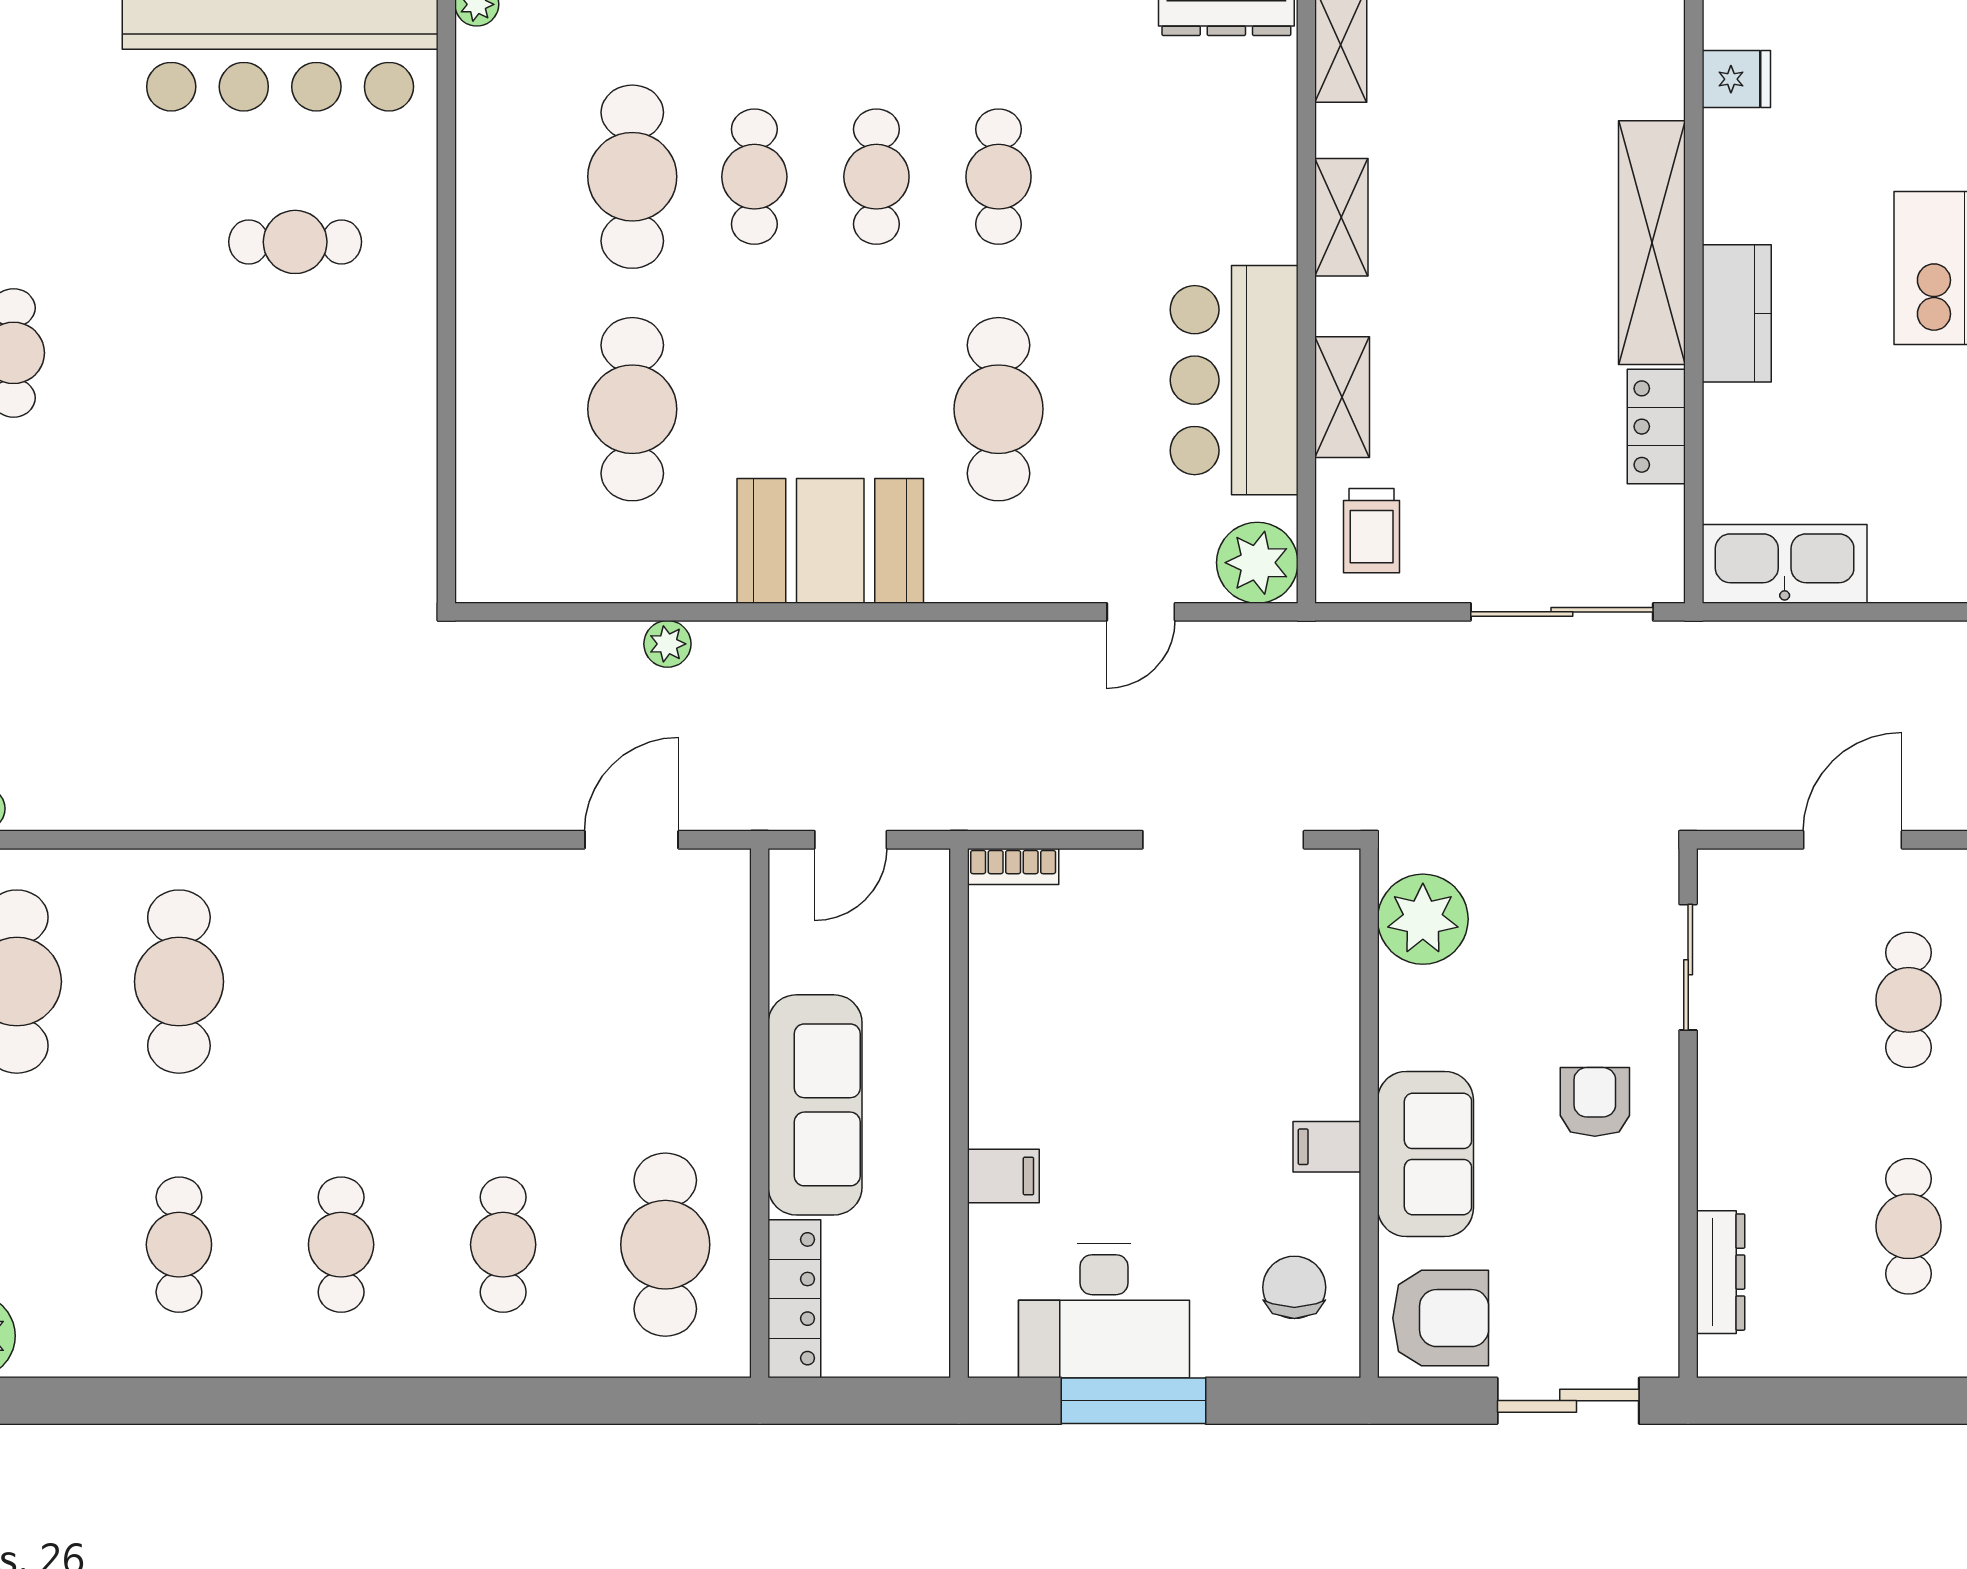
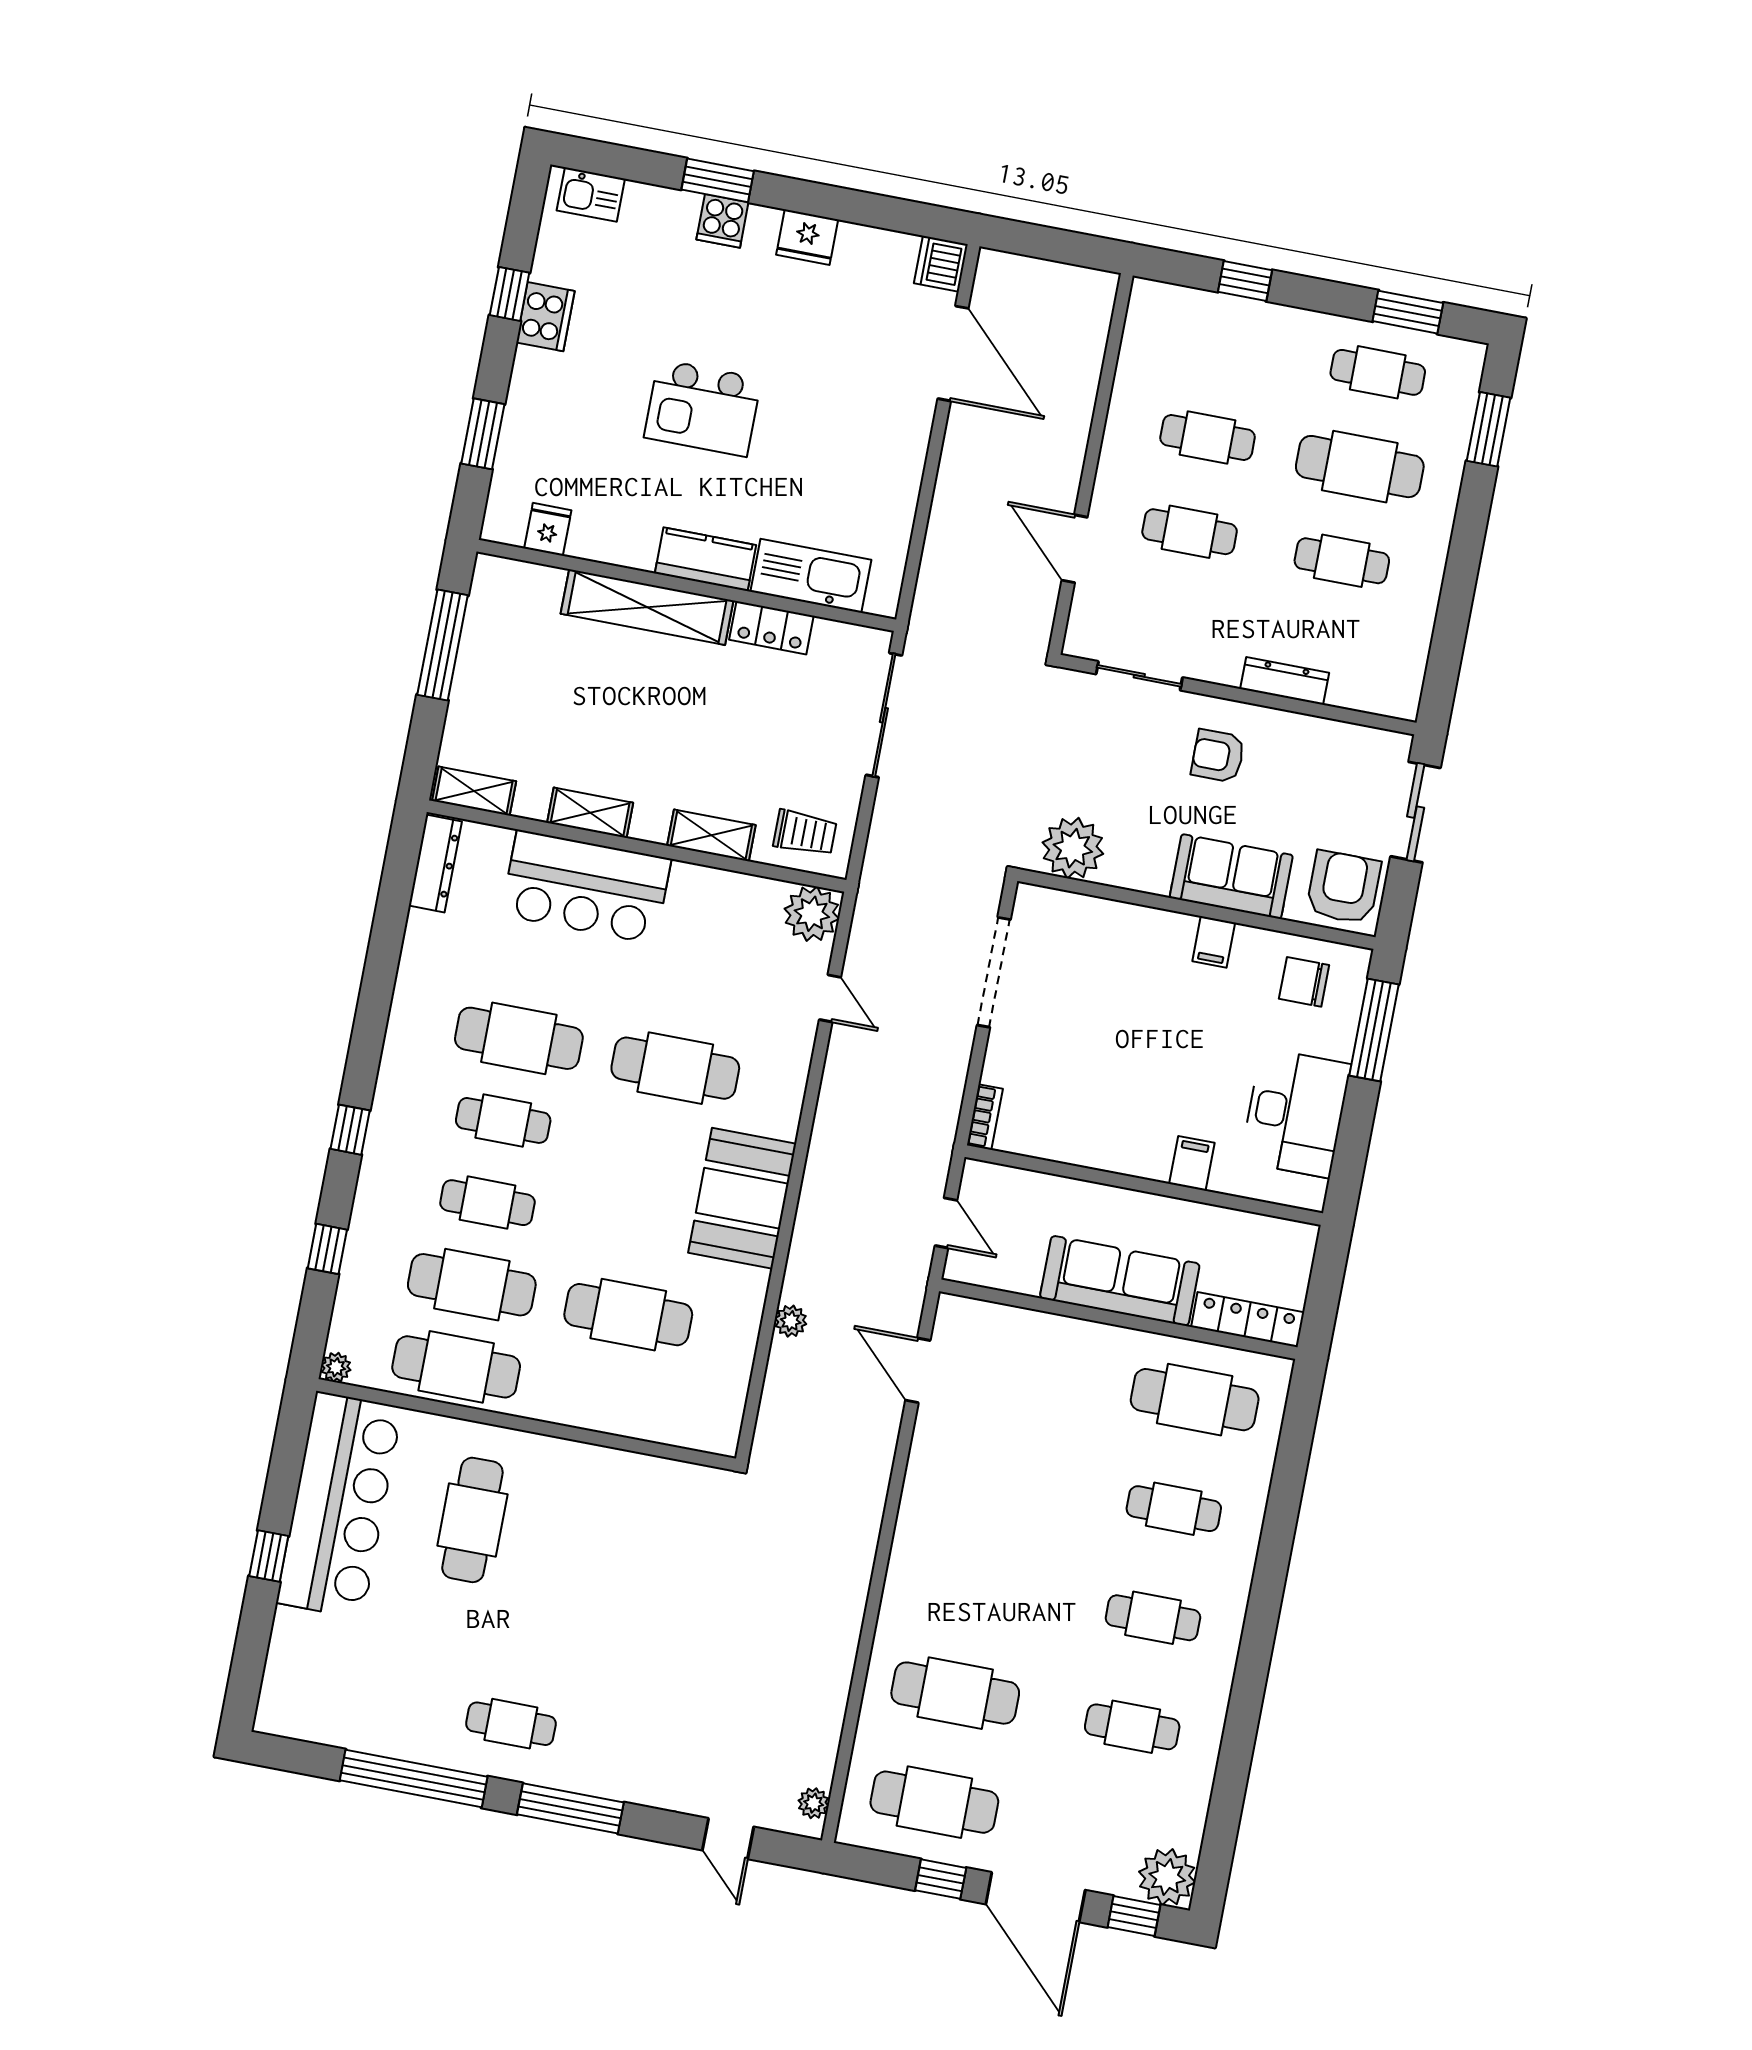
cafe table: (510, 177) -> (456, 1367), added
cafe table: (999, 177) -> (519, 1038), width x1.37, depth x1.35
cafe table: (295, 242) -> (472, 1520), width x1.37, depth x1.35
bar counter: (1234, 380) -> (586, 887), moved
kitchen sink: (1785, 564) -> (811, 576), moved, turned 90
dresser: (1721, 1272) -> (1285, 681), moved
window: (1133, 1401) -> (1374, 1030), moved

